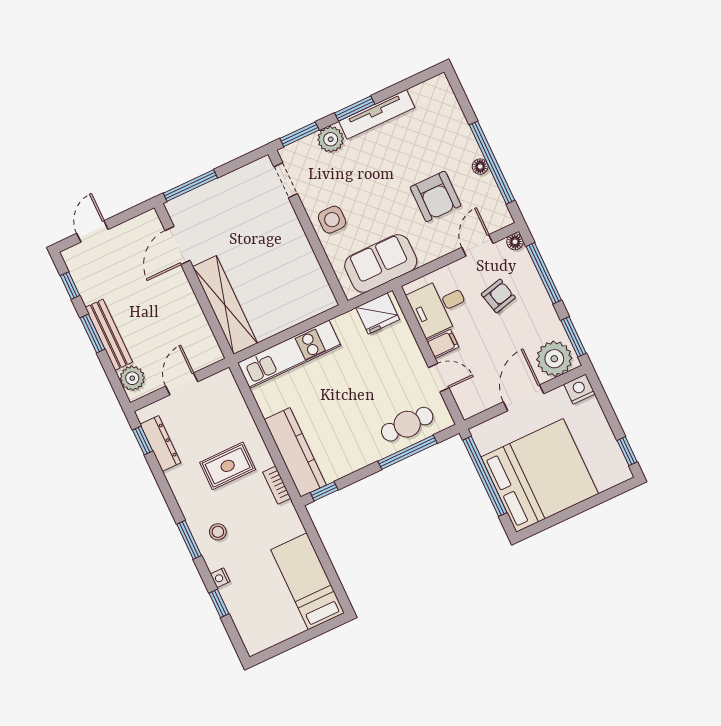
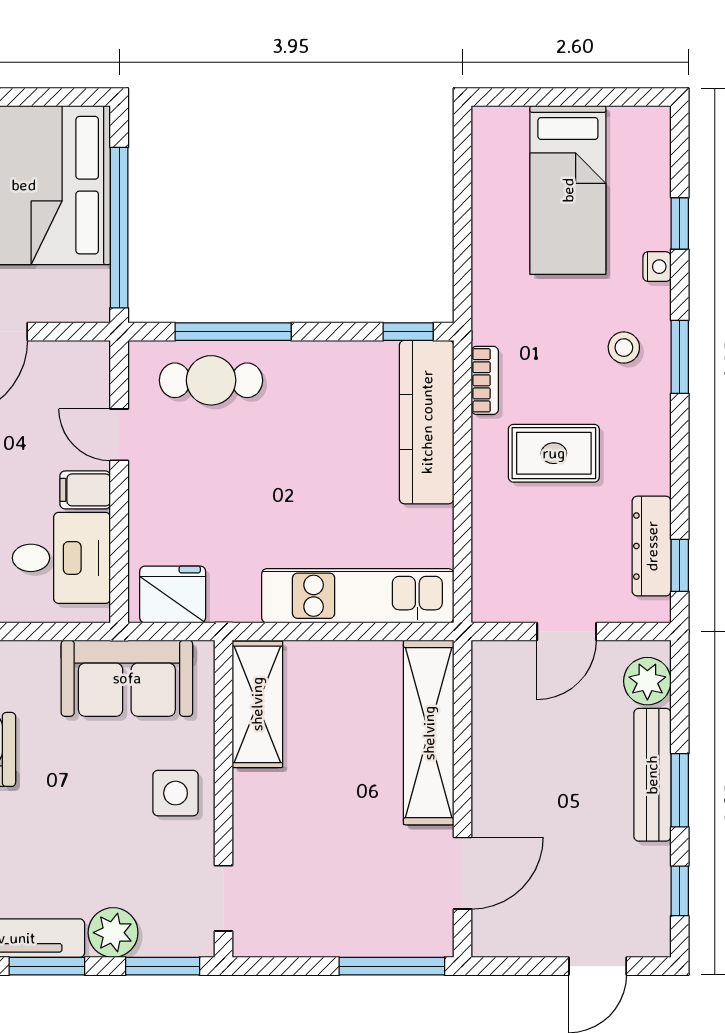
shelving: (313, 280) -> (257, 704), added
bed: (308, 581) -> (568, 190), moved

